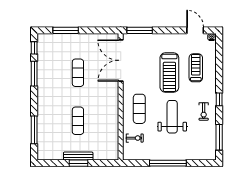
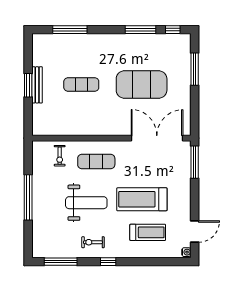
exercise mat: (78, 73) -> (142, 84), width x2.00, depth x1.45

